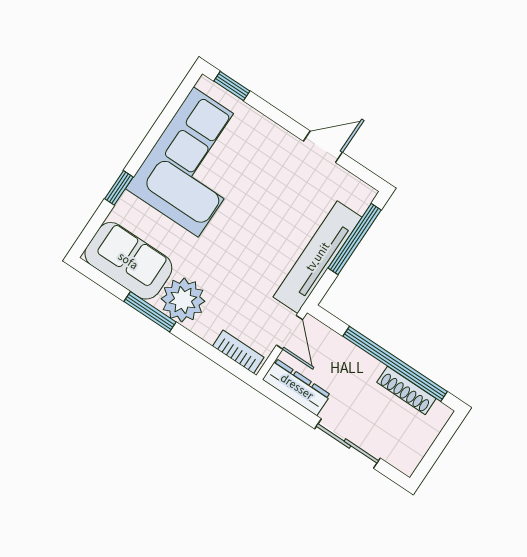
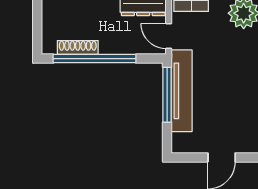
window: (355, 239) -> (167, 95), moved

